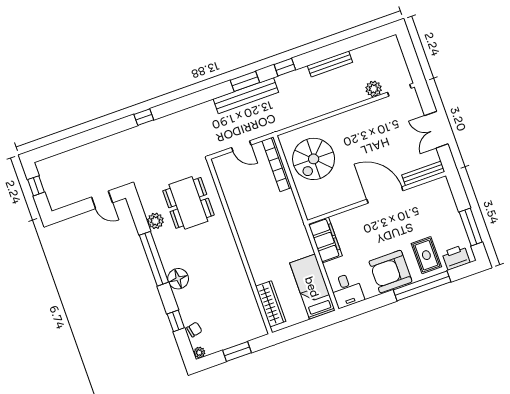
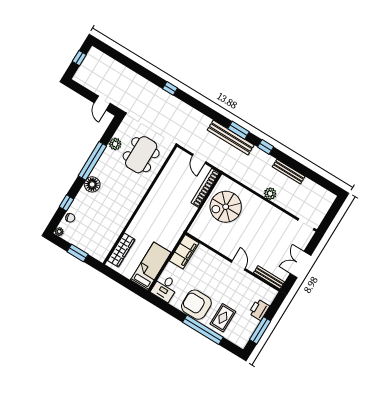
plant: (374, 89) -> (270, 194), moved
door: (385, 195) -> (238, 265), width x0.53
printer: (456, 257) -> (259, 310), moved, turned -90

